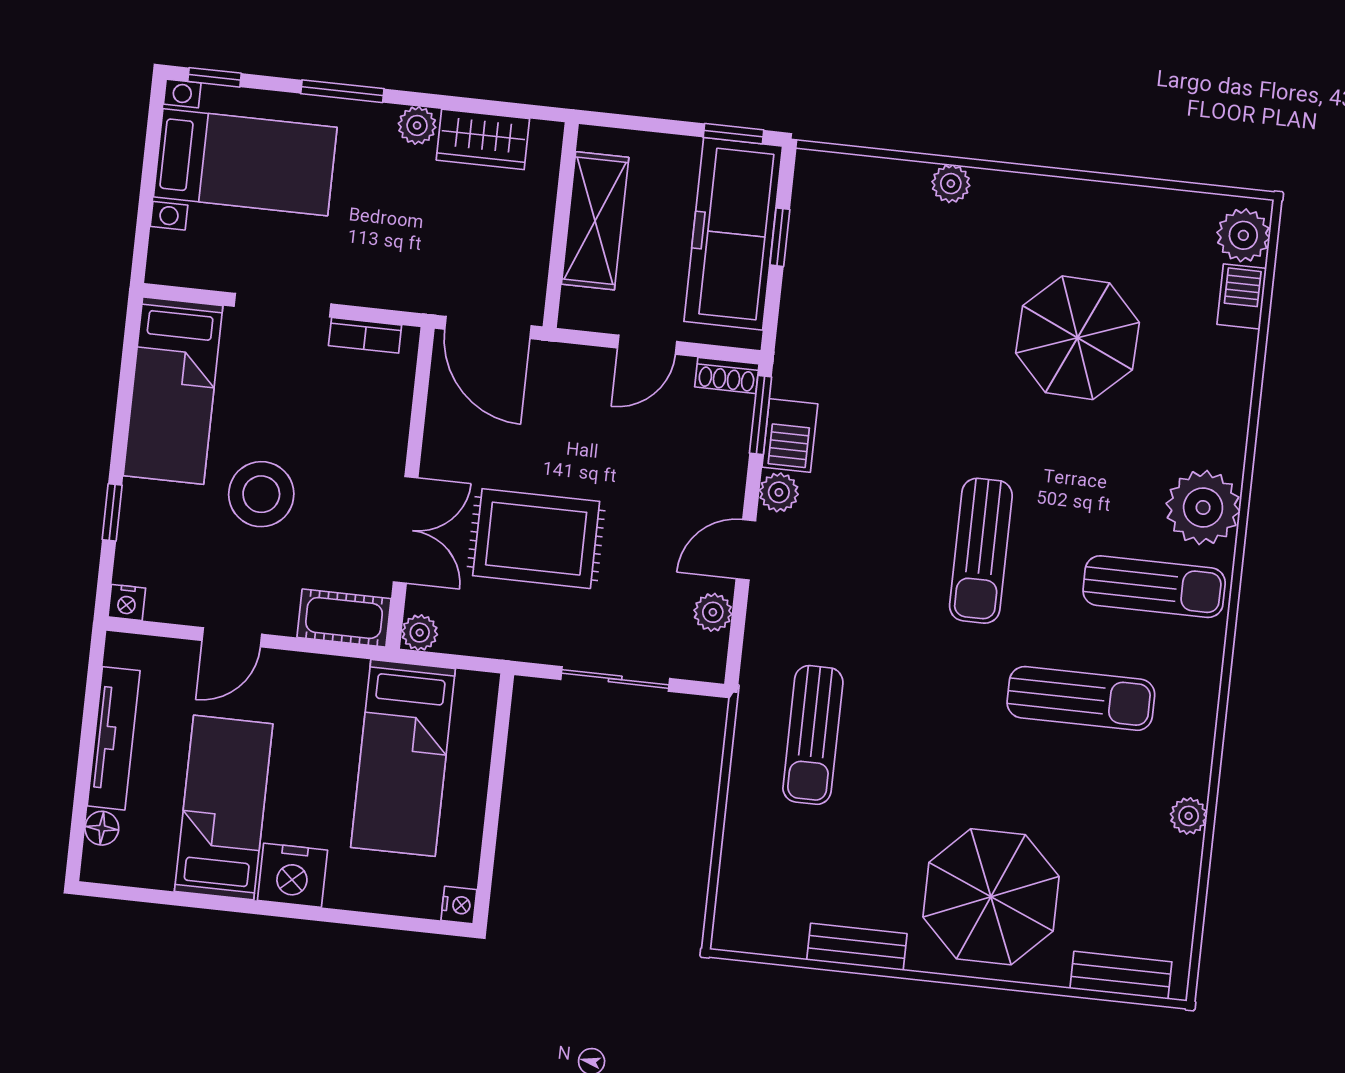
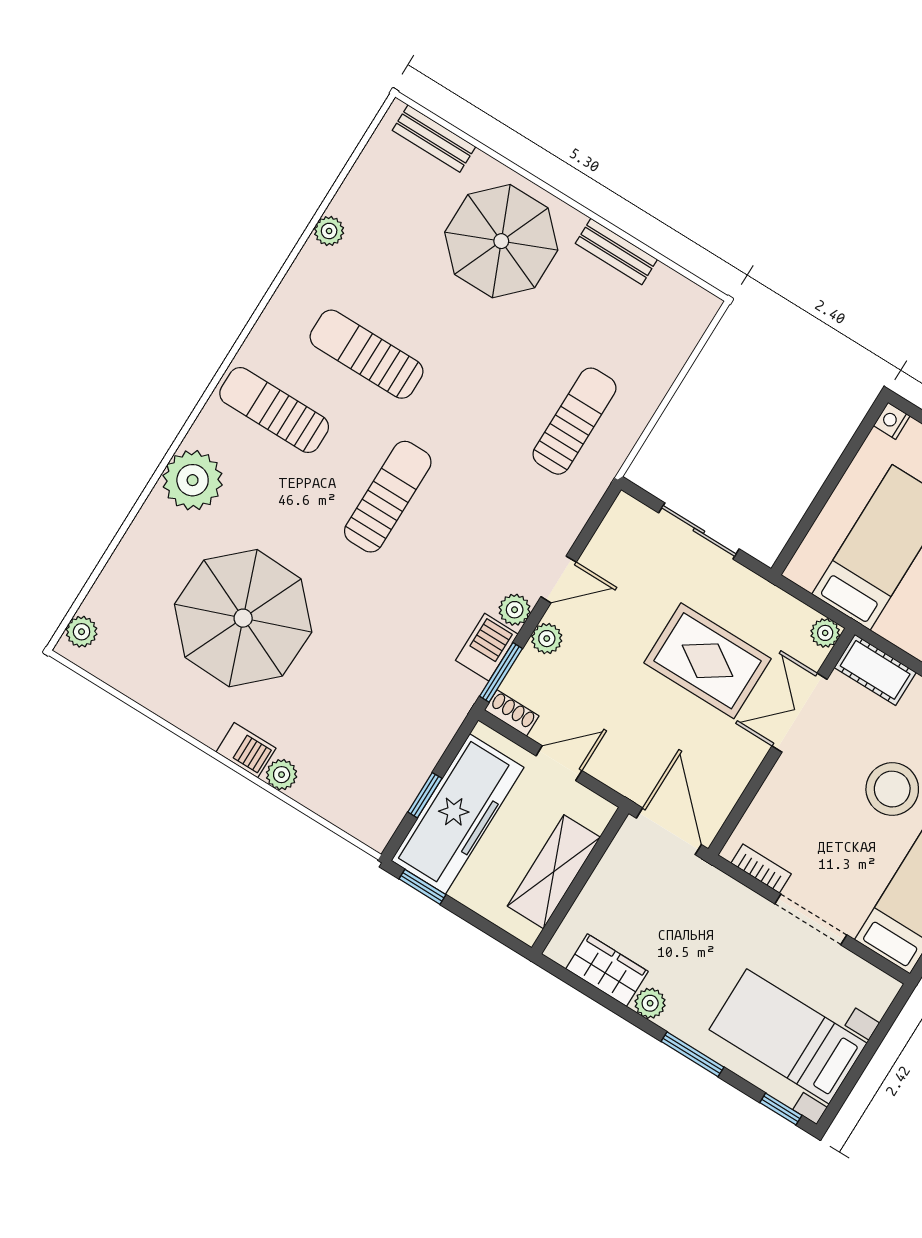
plant: (1243, 235) -> (82, 632), width x0.73, depth x0.73
barbecue: (1242, 296) -> (246, 750), moved, turned -90
parasol: (1077, 338) -> (243, 618), width x1.36, depth x1.36
plant: (1203, 508) -> (193, 480), moved
plant: (713, 612) -> (547, 639), moved

